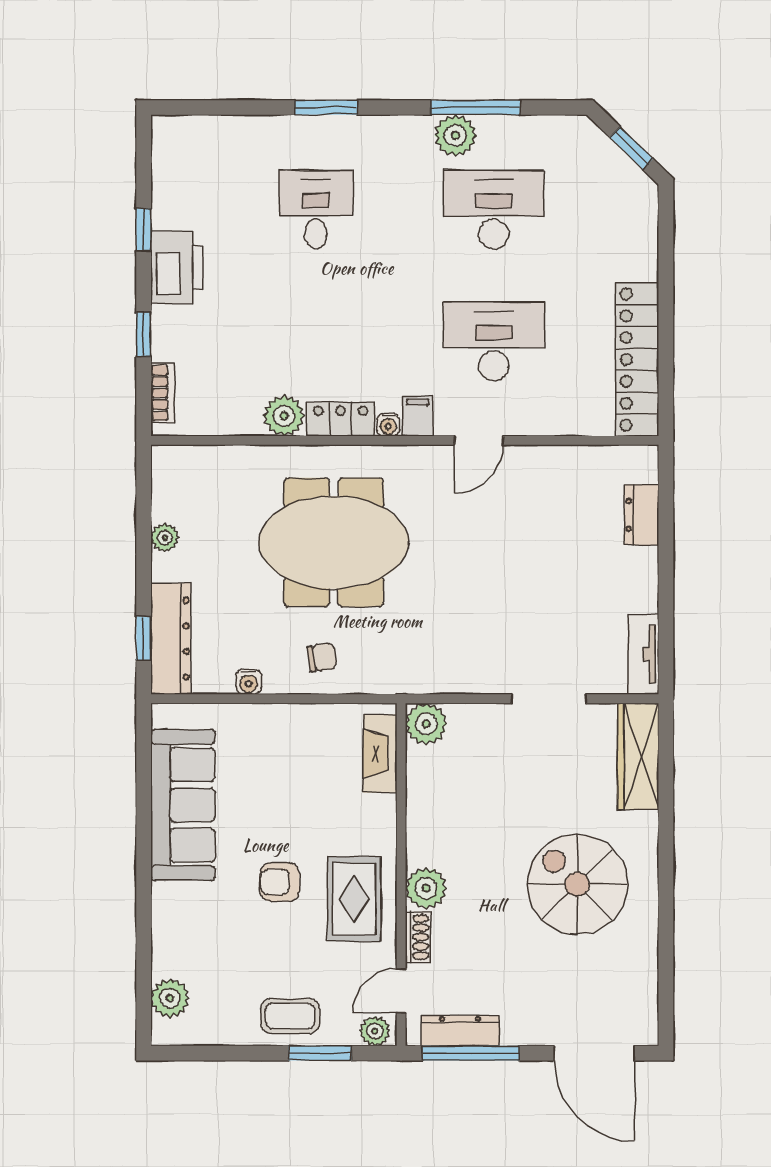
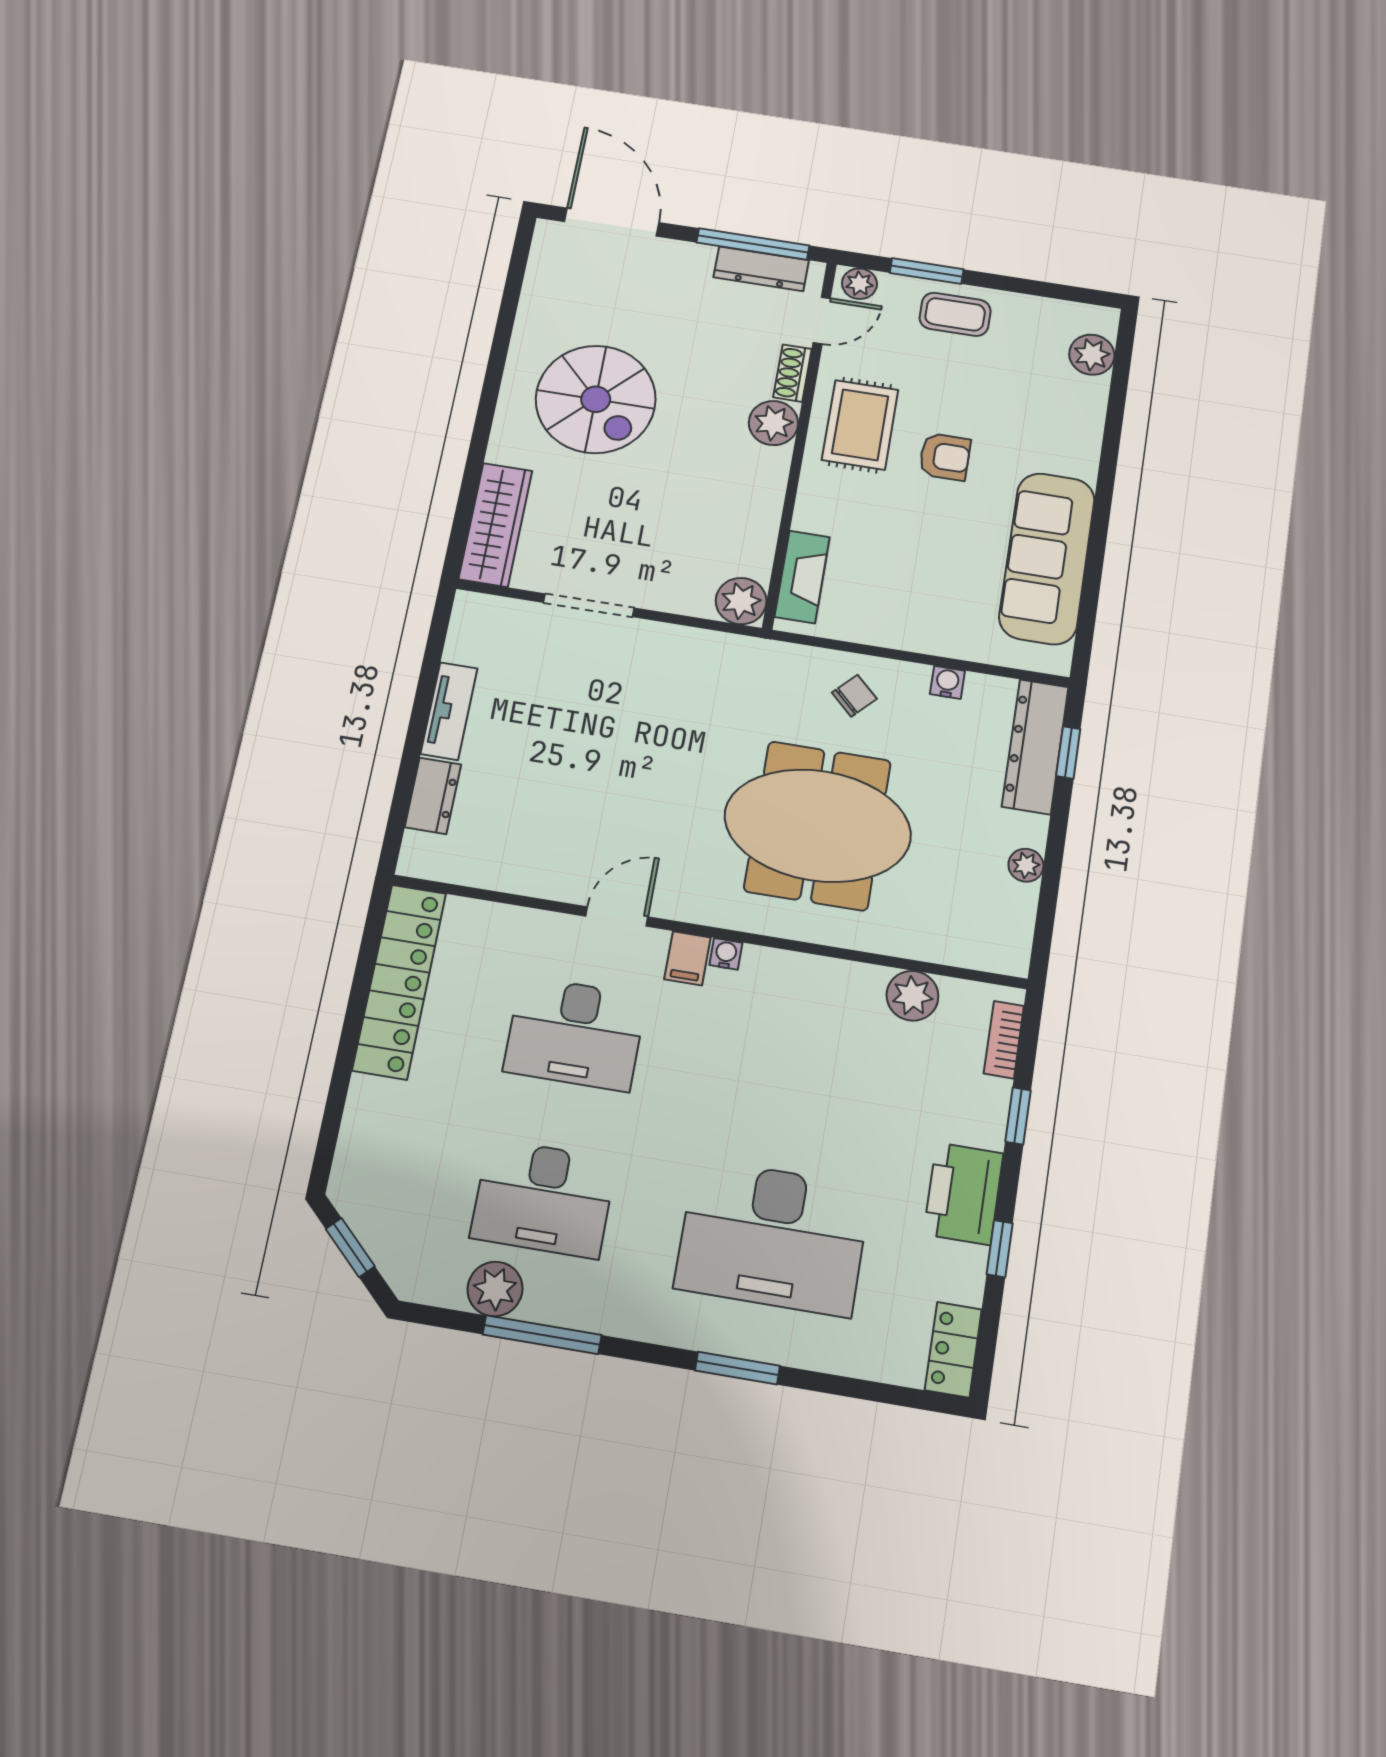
plant: (455, 135) -> (495, 1289), moved
desk: (316, 210) -> (773, 1237), width x1.87, depth x1.30
plant: (284, 416) -> (912, 996), moved
locker: (341, 419) -> (953, 1350), moved, turned 90
tv unit: (643, 654) -> (449, 711), moved
chair: (322, 657) -> (854, 696), turned 143

